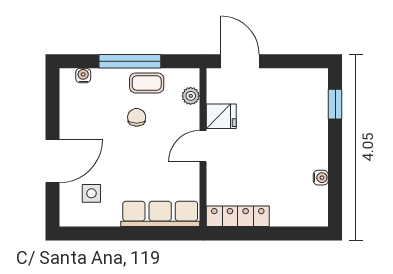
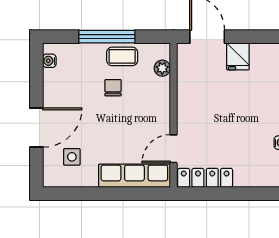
water cooler: (83, 76) -> (49, 61), moved, turned -90
fridge: (221, 116) -> (238, 56), moved, turned 90
door: (203, 146) -> (173, 149), moved

